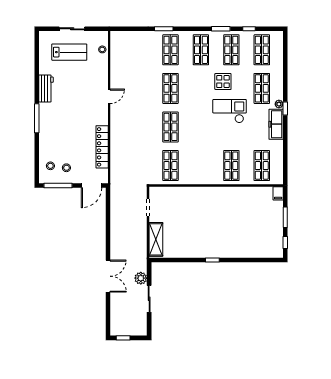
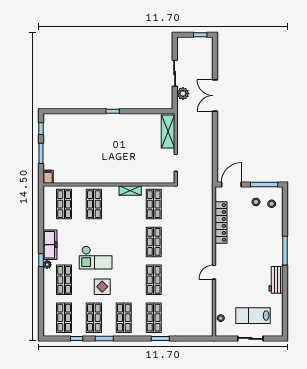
shelving: (195, 179) -> (130, 191), added

